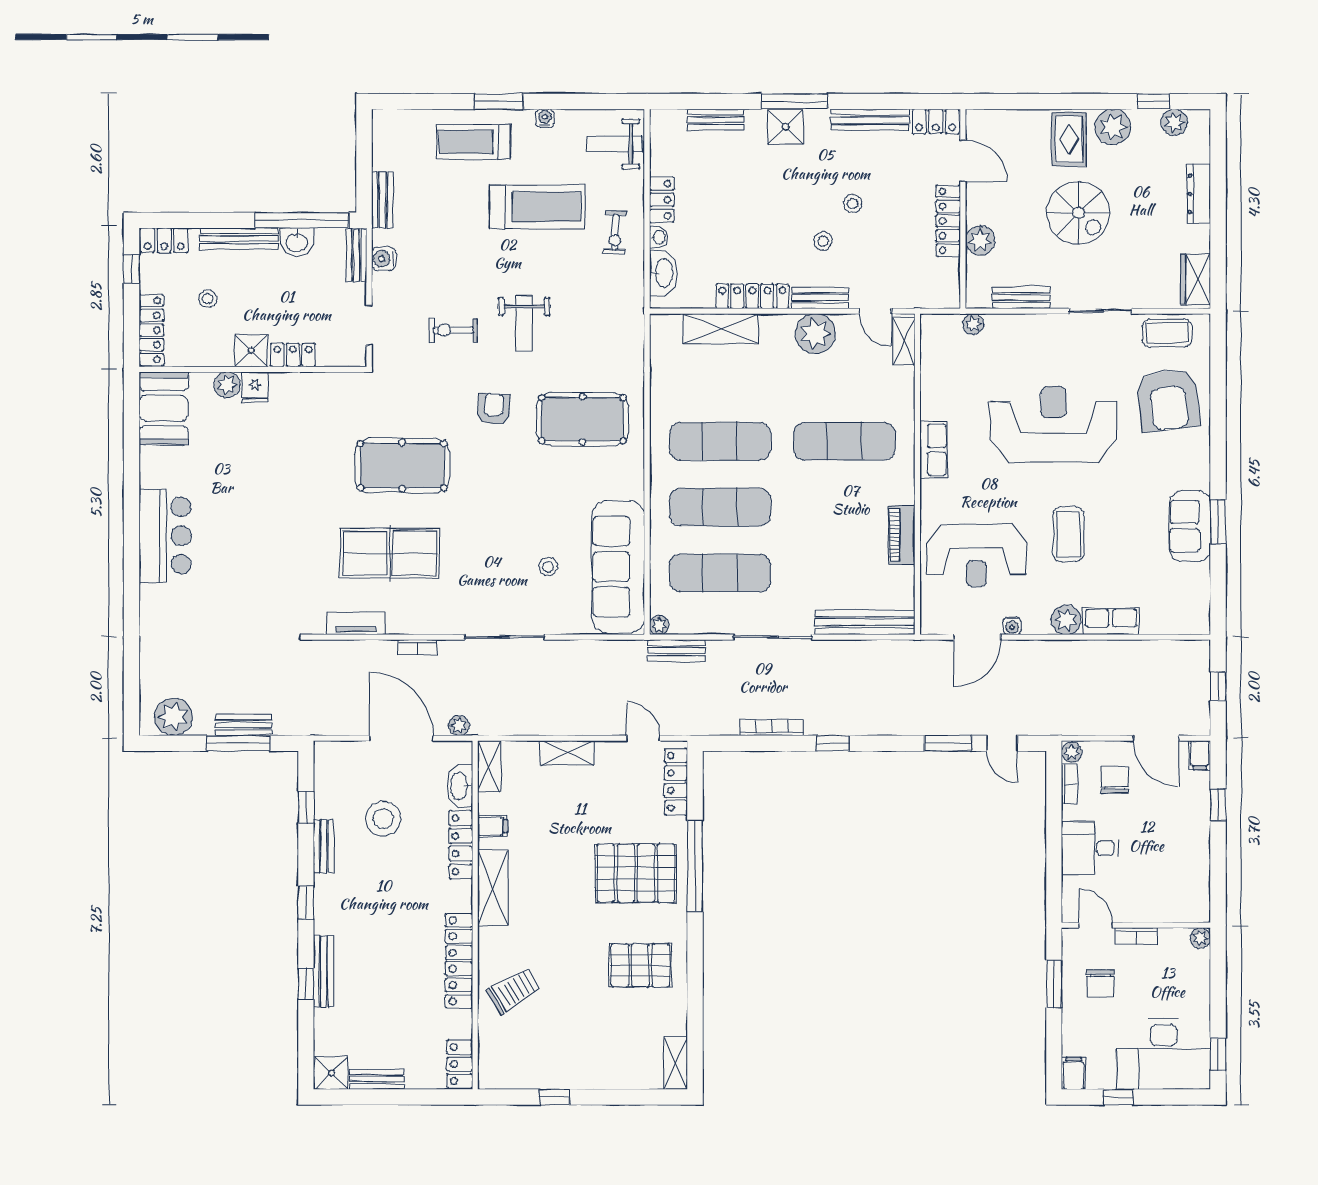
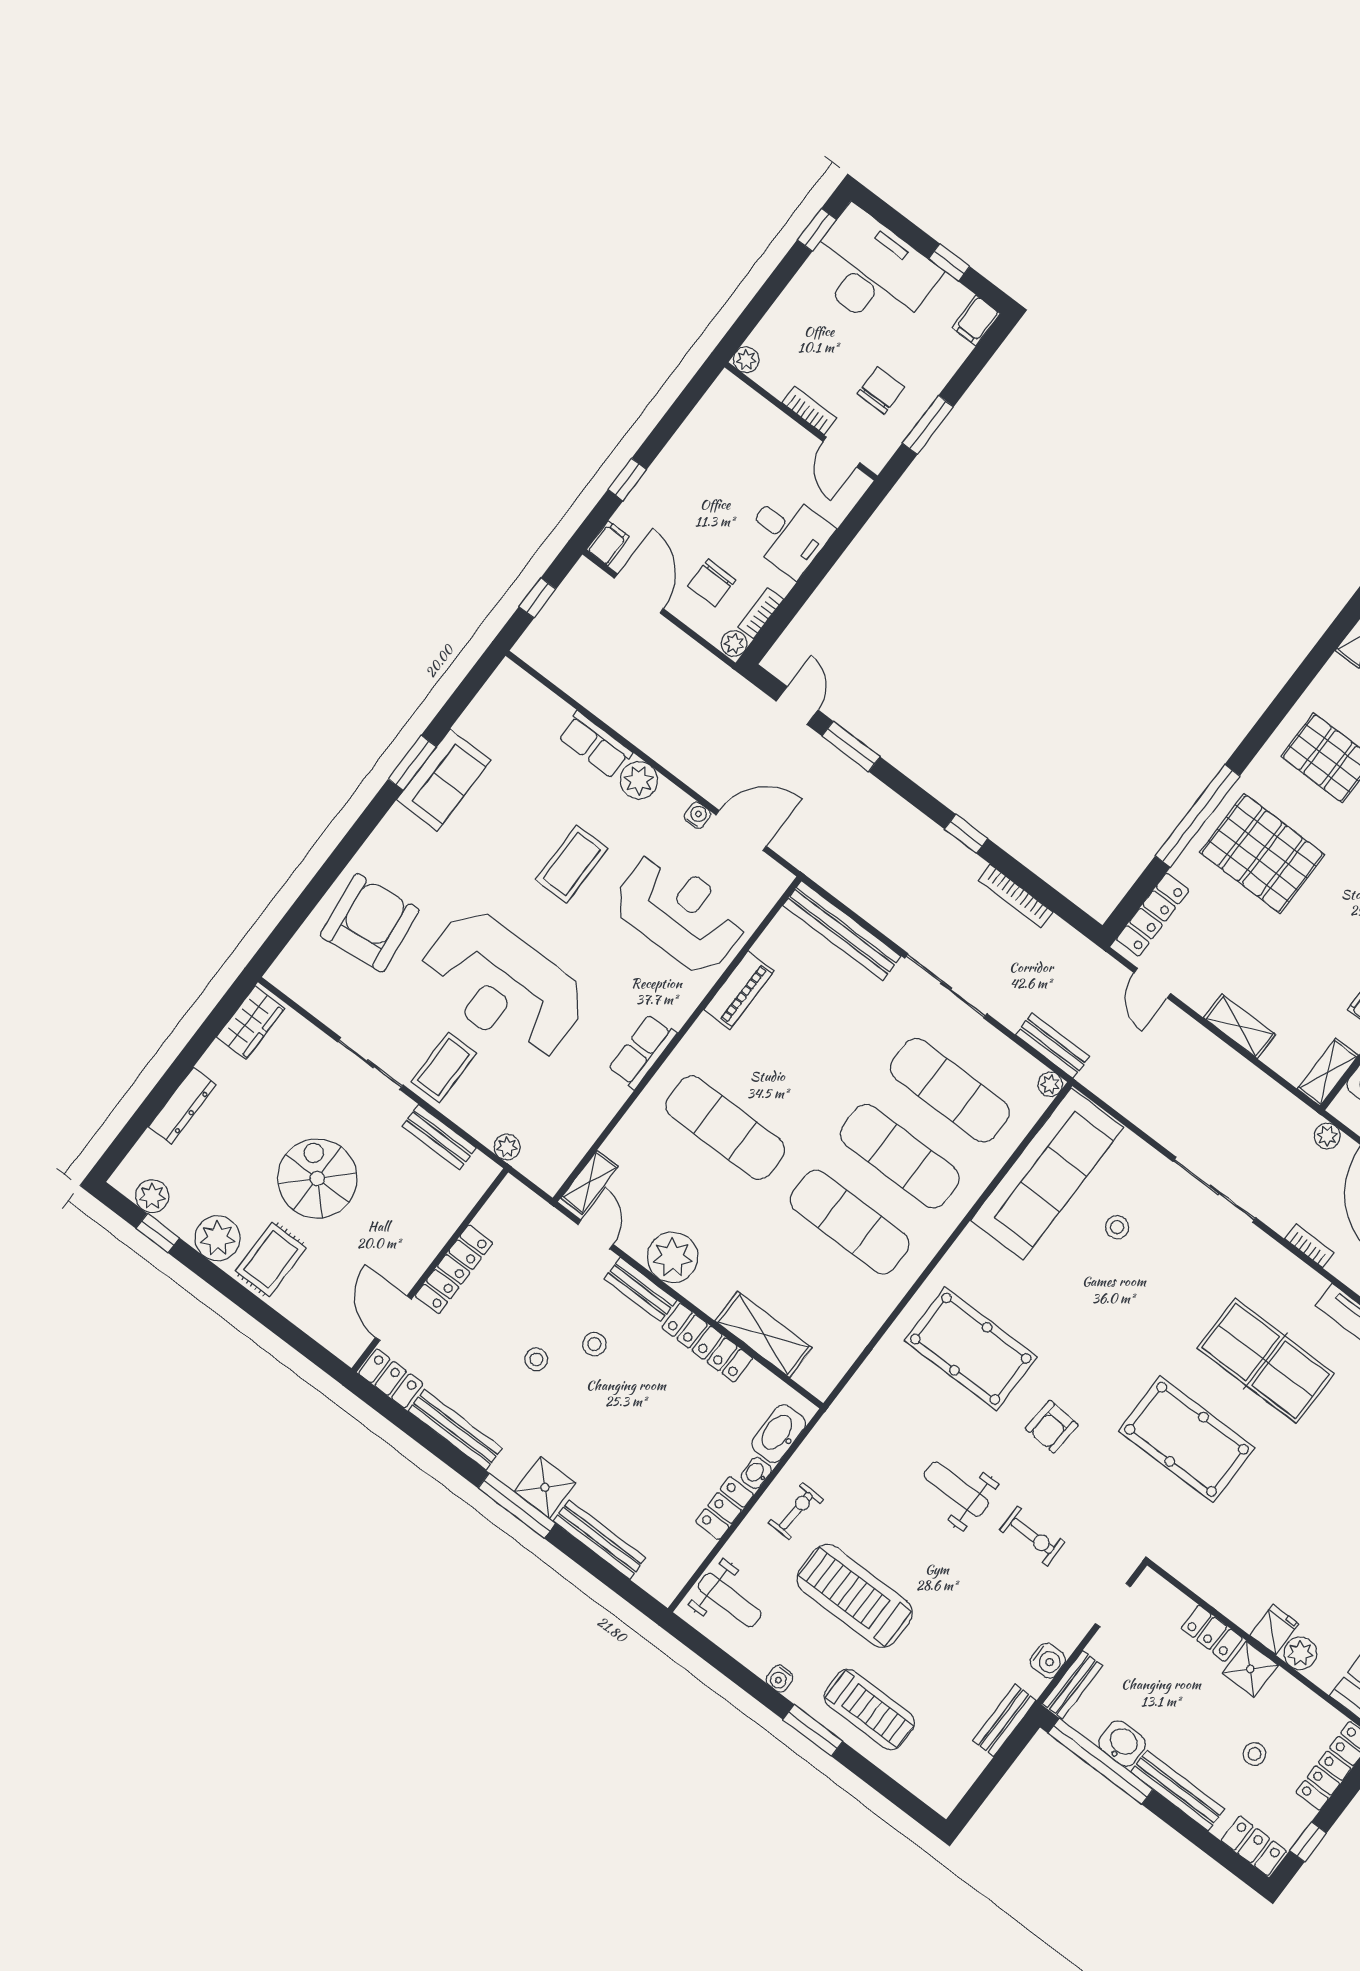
bench: (716, 120) -> (600, 1540), width x1.36
plant: (980, 240) -> (437, 1225), removed
weight bench: (524, 323) -> (956, 1489), turned -90
coffee table: (1167, 333) -> (444, 1067), moved, turned 90

